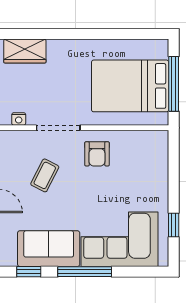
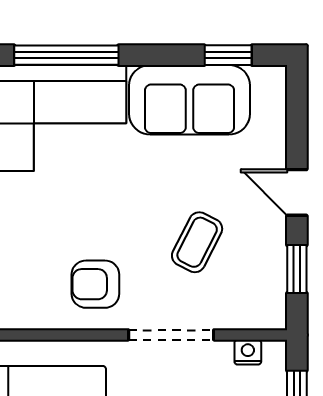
armchair: (97, 154) -> (95, 284), turned -90
window: (85, 272) -> (66, 55), moved

